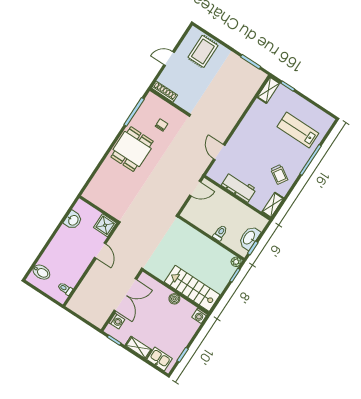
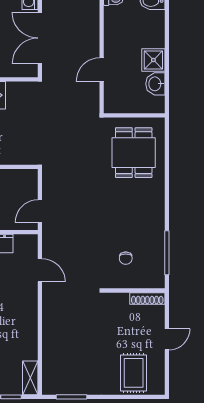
dining table: (132, 149) -> (134, 153), moved
shower: (105, 225) -> (153, 60), moved
door: (100, 251) -> (102, 70), hinge flipped

